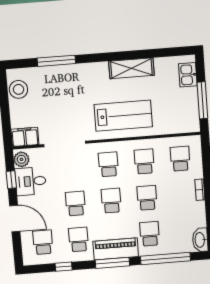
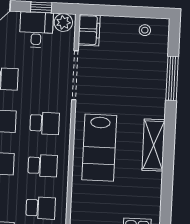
shelving: (131, 68) -> (154, 145), moved
stool: (18, 89) -> (145, 30), width x0.53, depth x0.53

